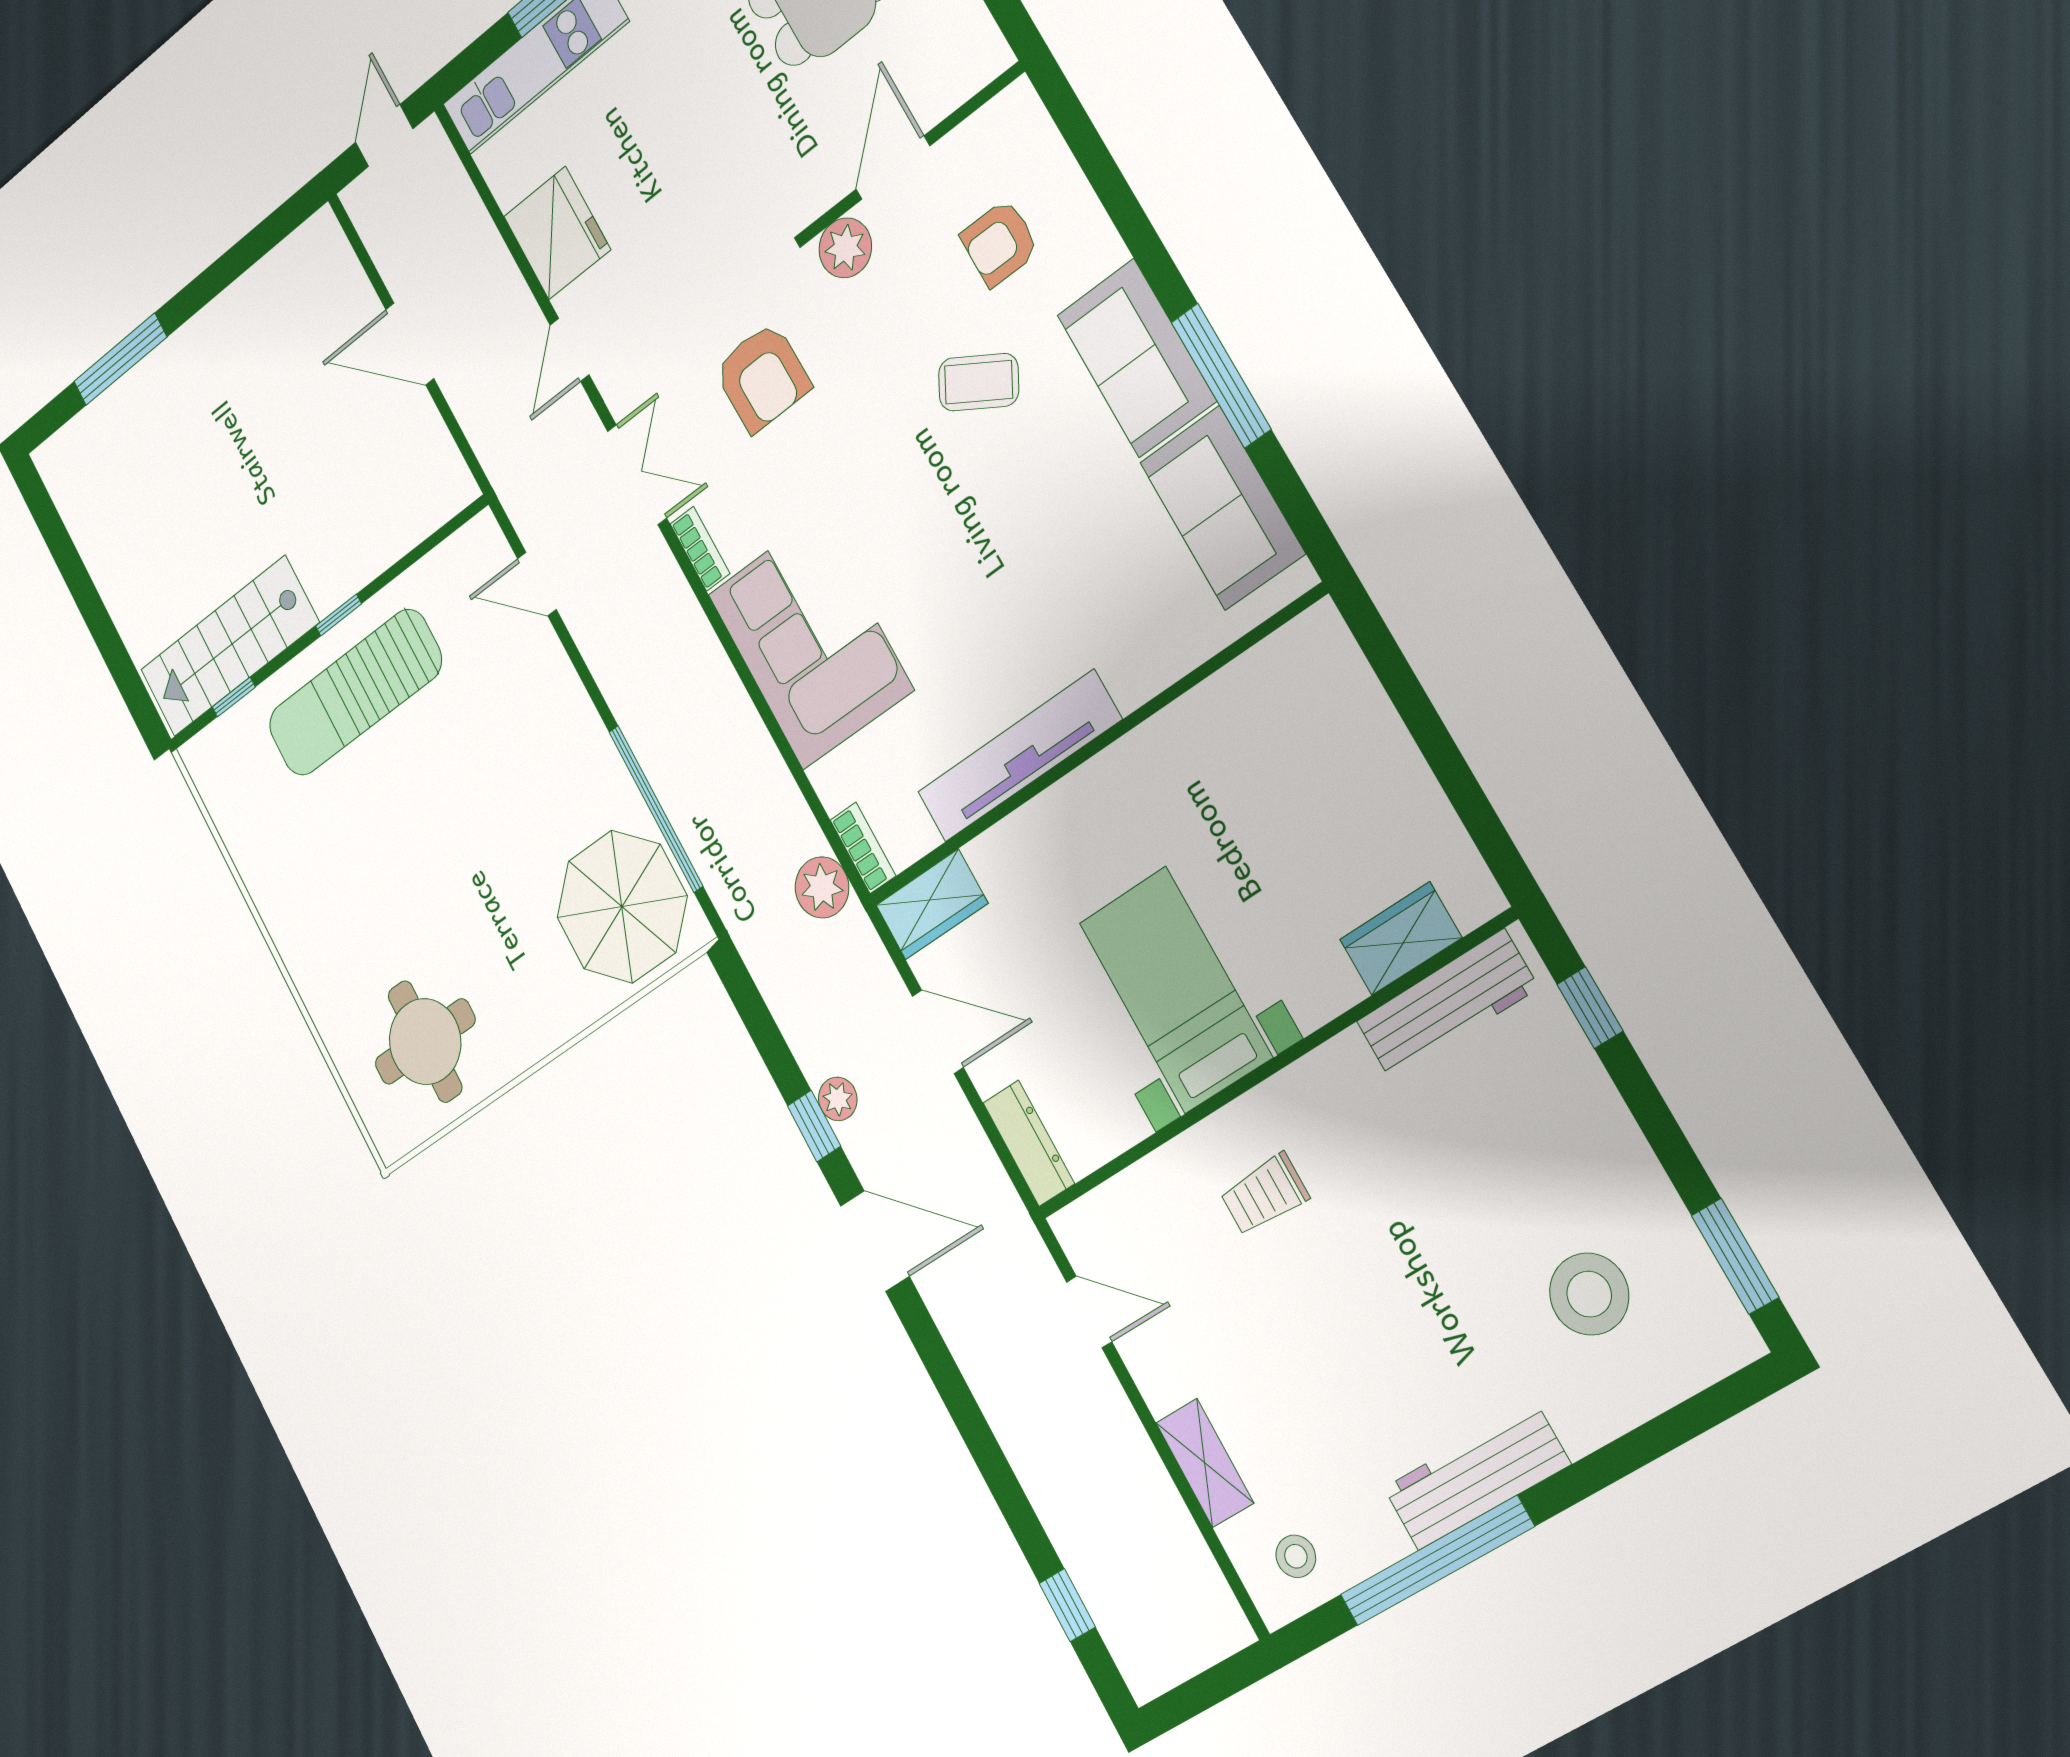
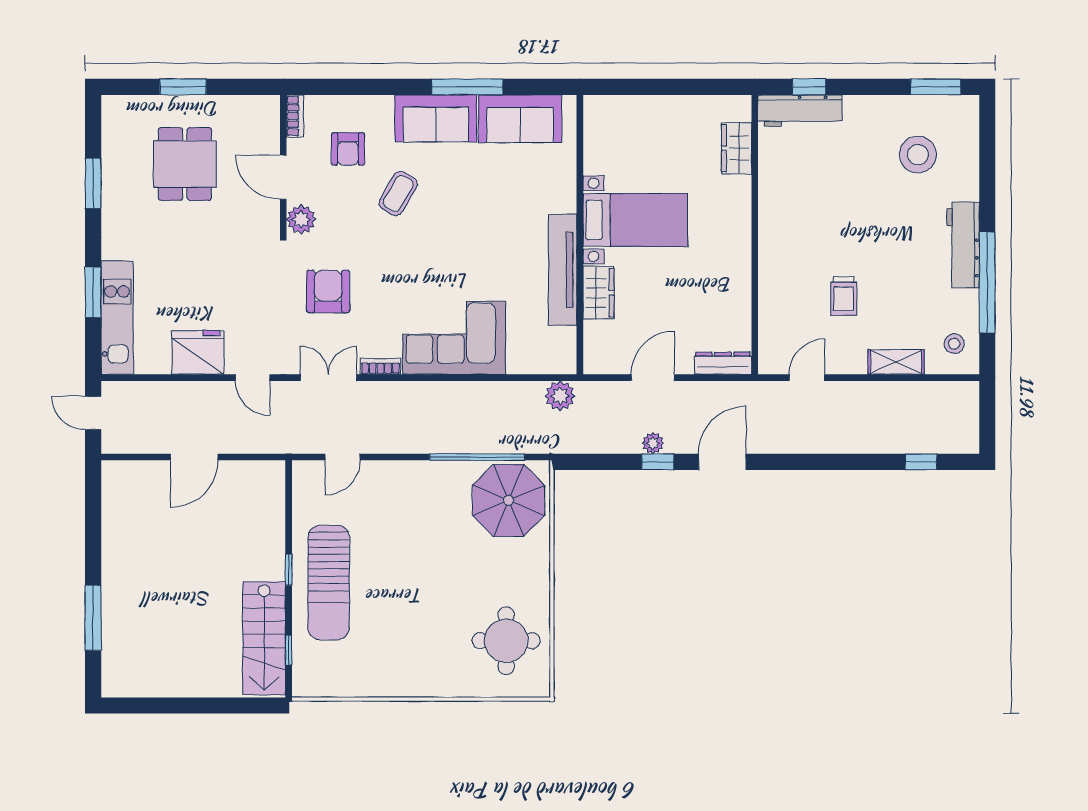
armchair: (762, 377) -> (328, 291), turned -89
bookcase: (863, 848) -> (295, 116), moved, turned 90
wardrobe: (932, 904) -> (599, 293), moved
bed with nightstands: (1175, 990) -> (635, 220), moved, turned 180
workbench: (1447, 1005) -> (800, 111), moved, turned 90
trolley: (1265, 1194) -> (844, 296), moved

